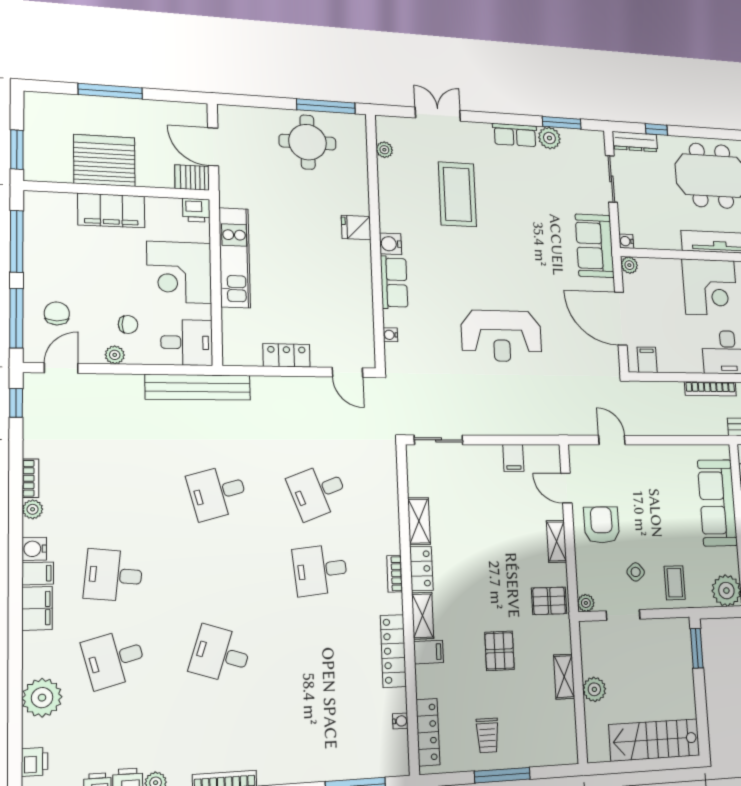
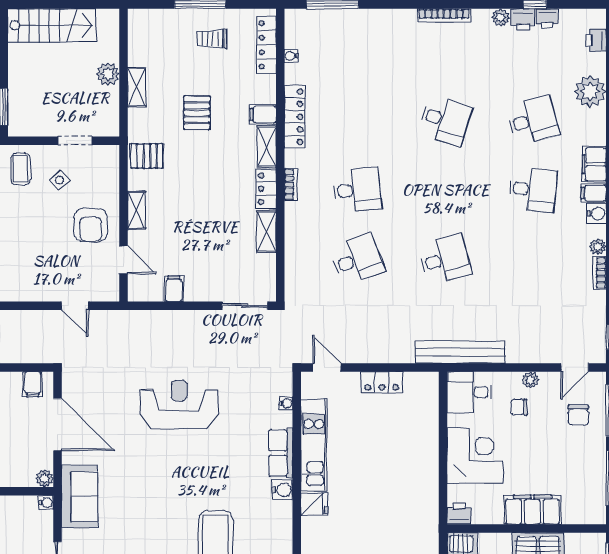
kitchen unit: (235, 258) -> (314, 445), moved, turned 180
plant: (586, 603) -> (111, 153), removed
trolley: (487, 735) -> (212, 39), turned -90

